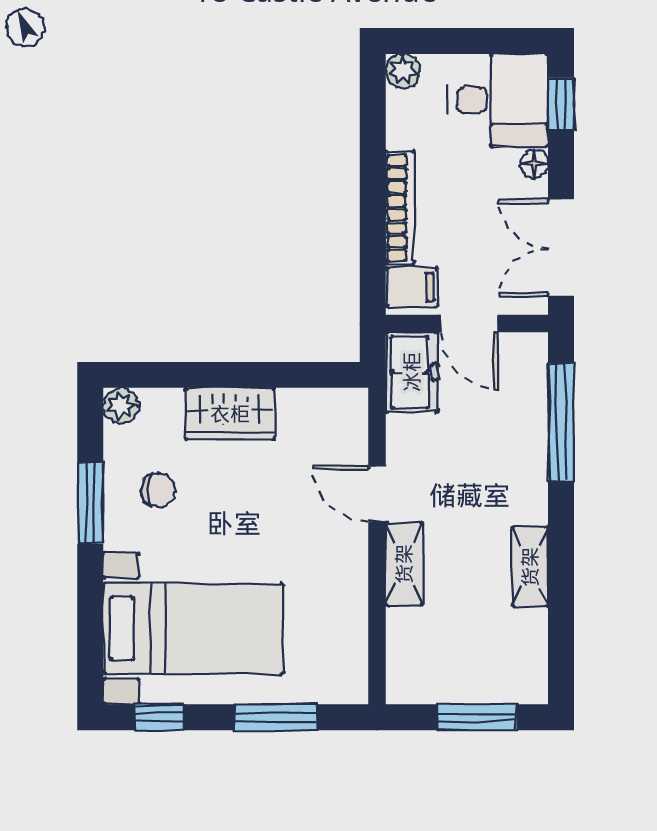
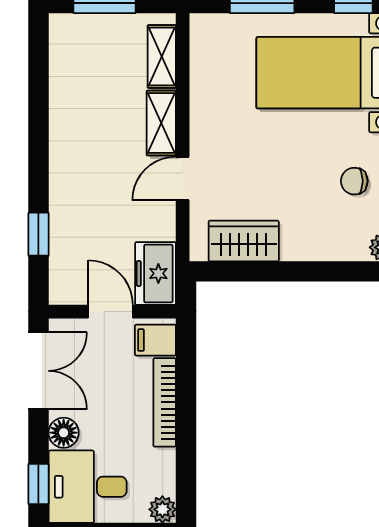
floor lamp: (534, 164) -> (64, 433), width x1.37, depth x1.37
wardrobe: (230, 414) -> (244, 241), moved
window: (561, 422) -> (38, 234), width x0.46
door: (377, 493) -> (183, 178), swing flipped
shelving: (530, 567) -> (162, 56), moved

